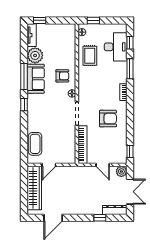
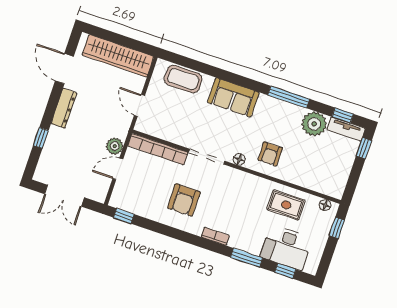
sofa: (36, 79) -> (233, 97), moved
window: (24, 105) -> (343, 115), moved
door: (49, 165) -> (139, 105), moved
plant: (121, 171) -> (115, 146), moved
dresser: (115, 210) -> (64, 108), moved

